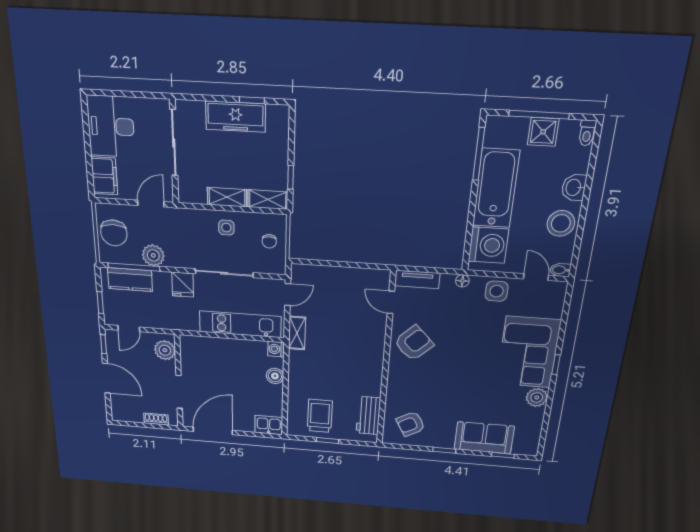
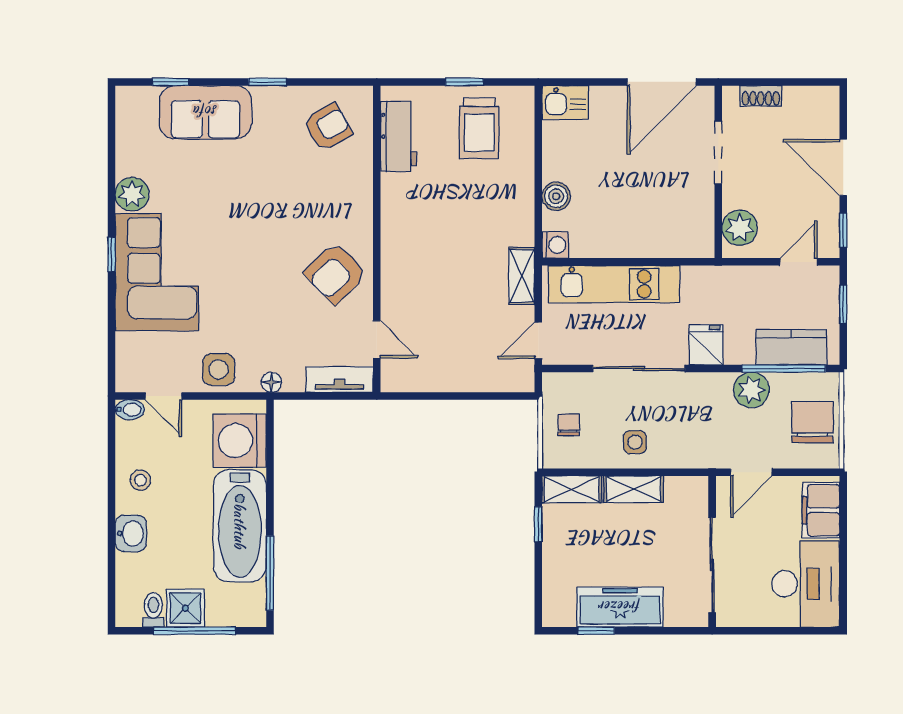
toilet: (587, 133) -> (153, 610), moved
stool: (561, 223) -> (140, 480), width x0.53, depth x0.53

